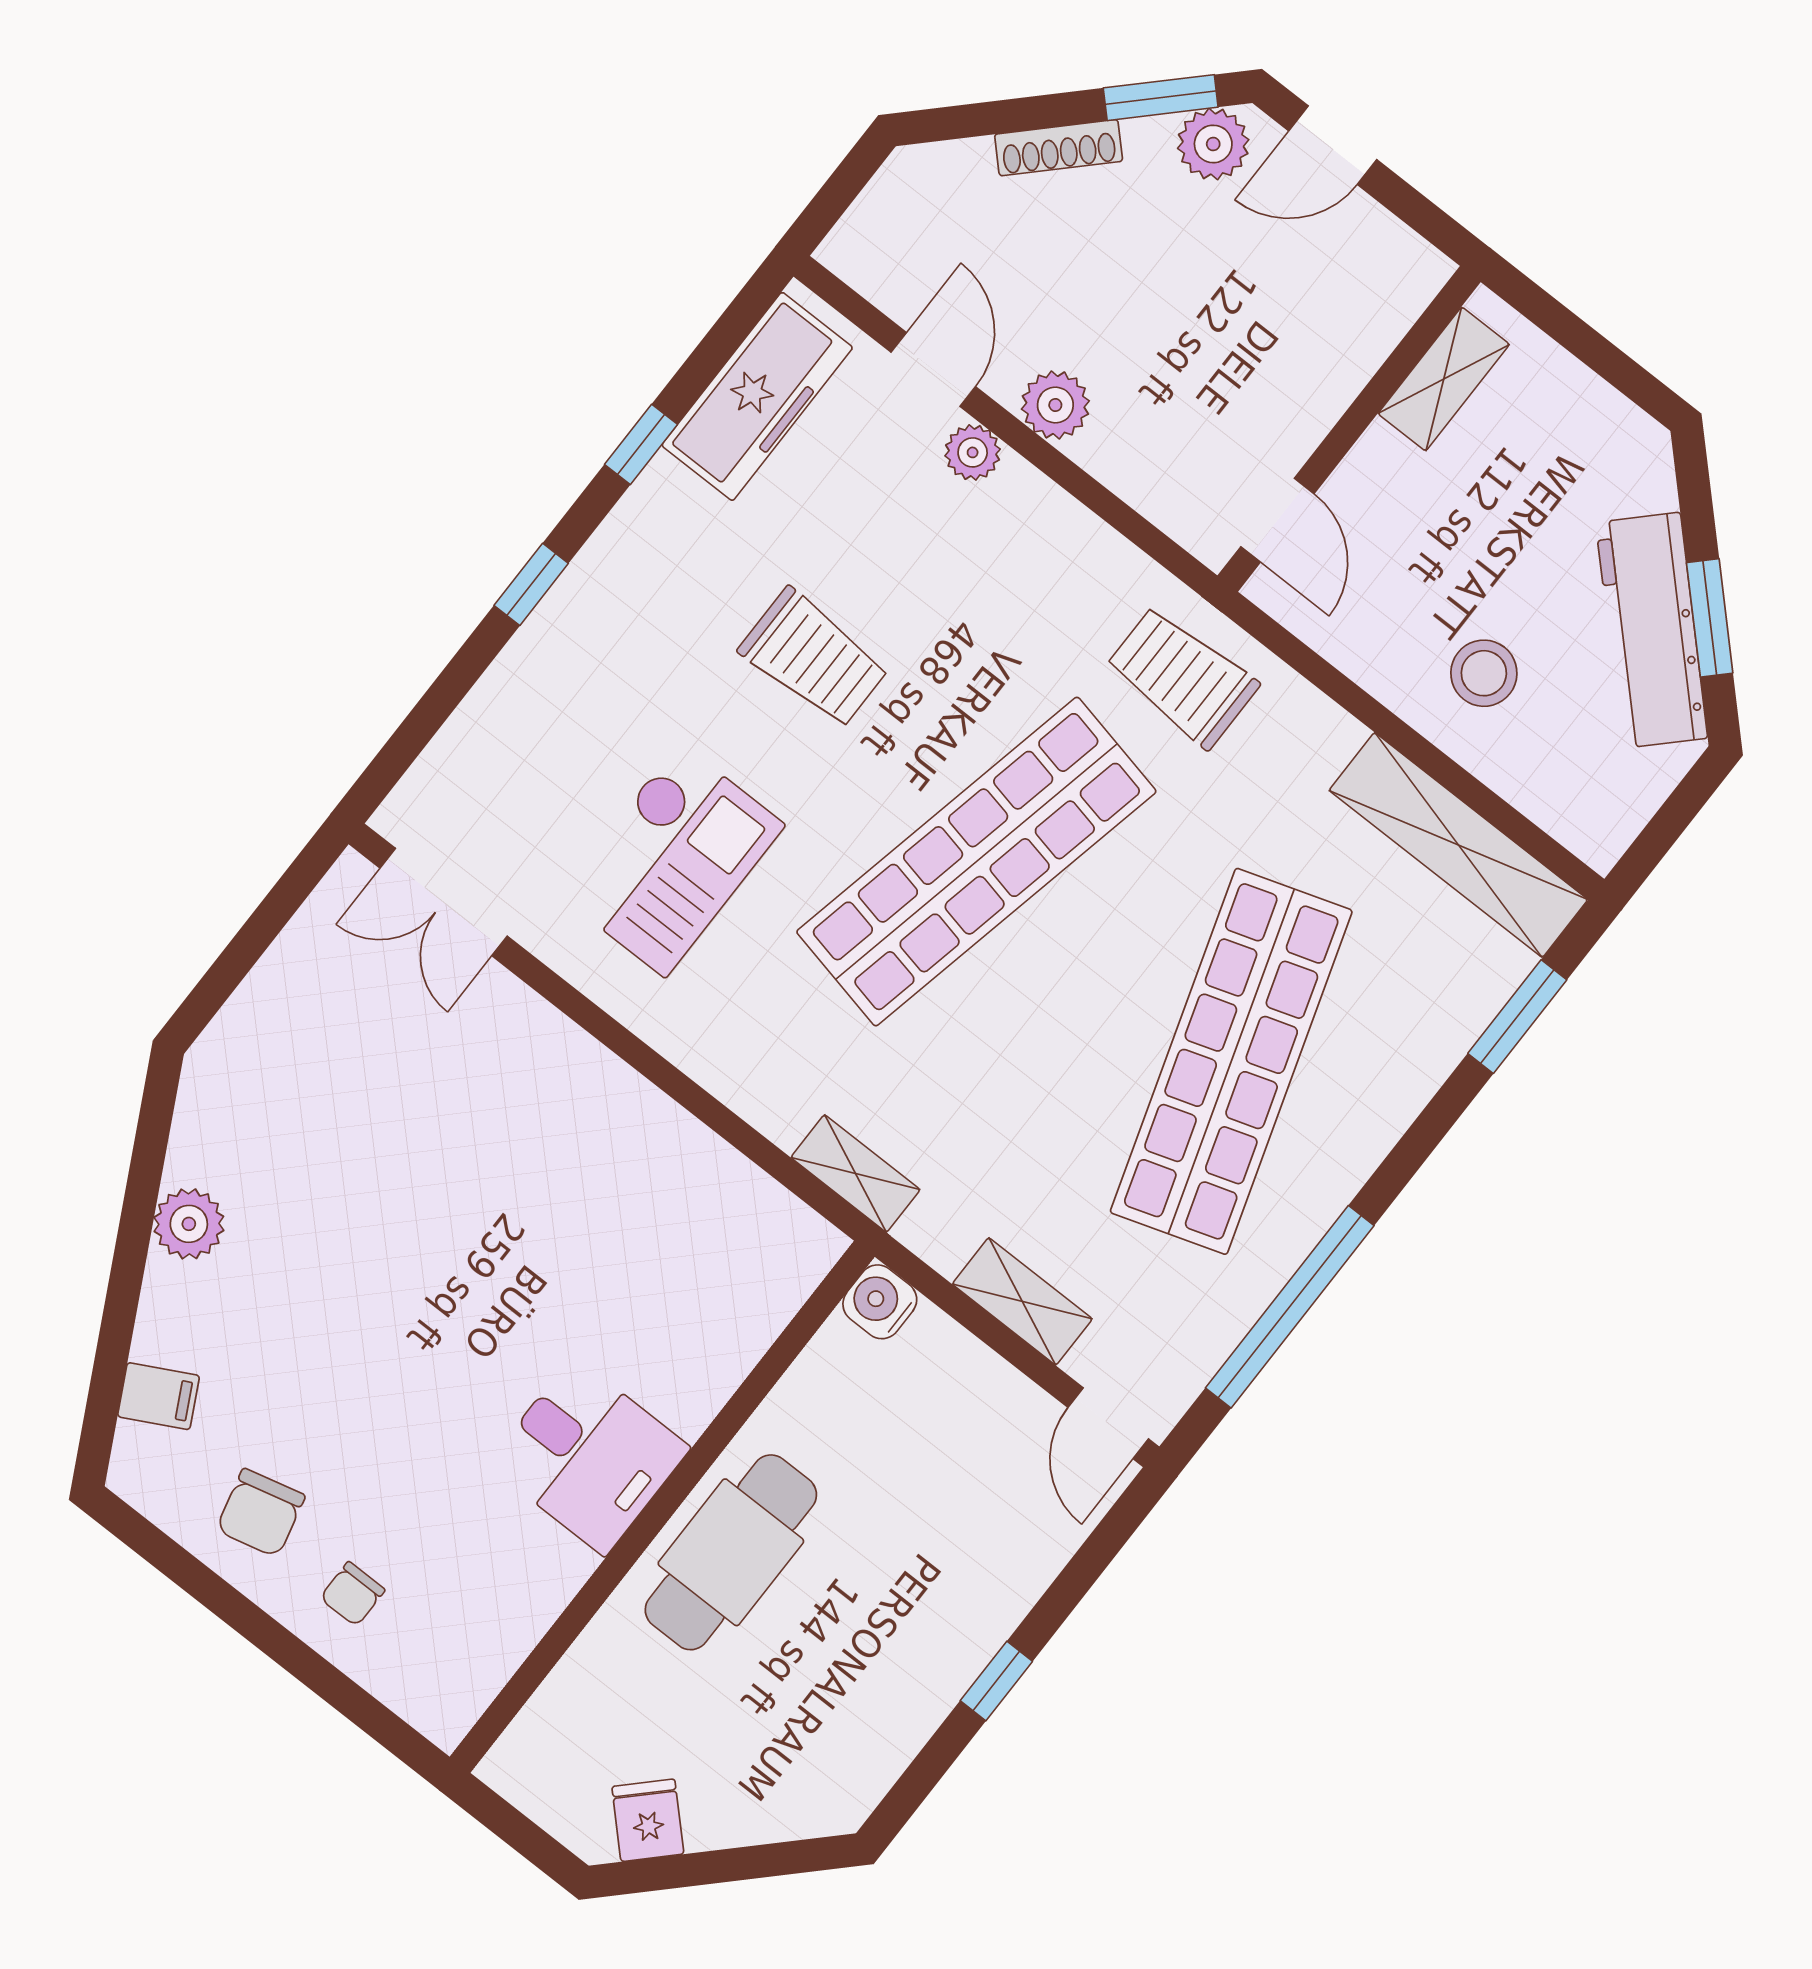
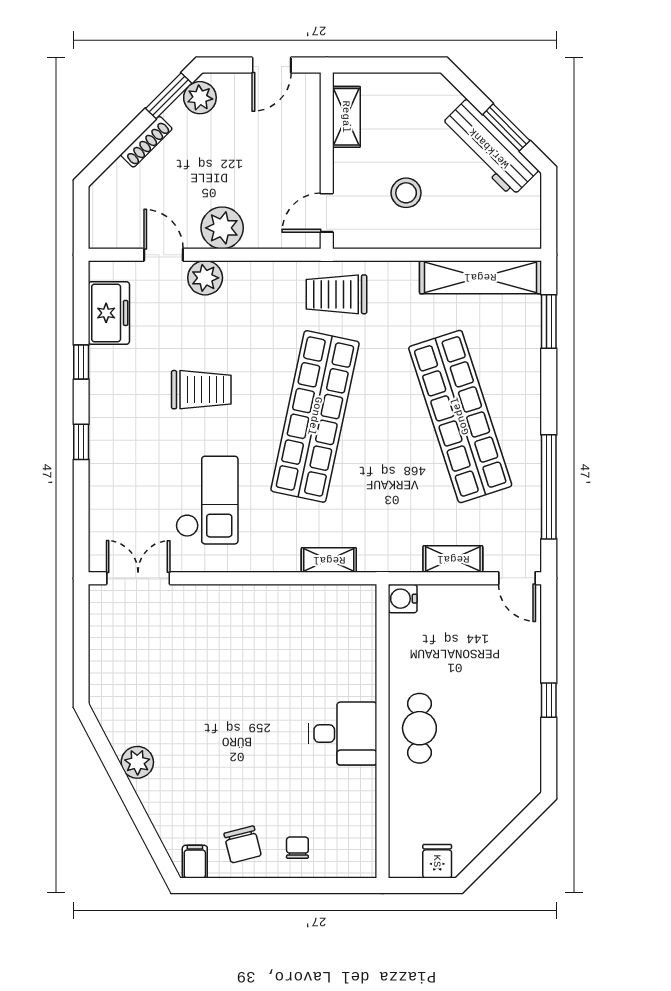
door: (1333, 145) -> (272, 65), moved
freezer: (757, 396) -> (109, 313), width x0.71
plant: (1055, 405) -> (222, 228), width x1.36, depth x1.36
plant: (973, 452) -> (205, 278), width x1.38, depth x1.38
door: (1277, 520) -> (327, 213), swing flipped
stool: (1484, 673) -> (406, 193), moved
double door: (444, 902) -> (138, 578), swing flipped
shelving: (855, 1174) -> (329, 560), moved
filing cabinet: (159, 1396) -> (195, 862), moved, turned -62
cafe table: (731, 1552) -> (419, 728), width x0.73, depth x0.74
chair: (352, 1594) -> (297, 848), turned 180
fridge: (648, 1820) -> (437, 861), moved, turned 45

